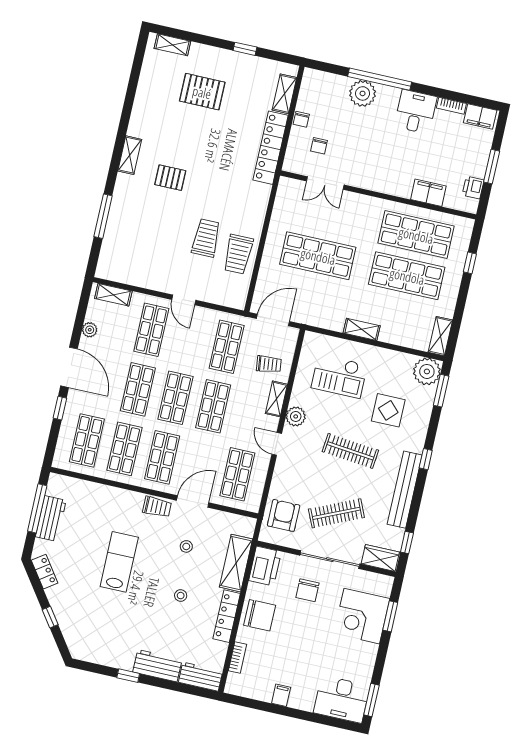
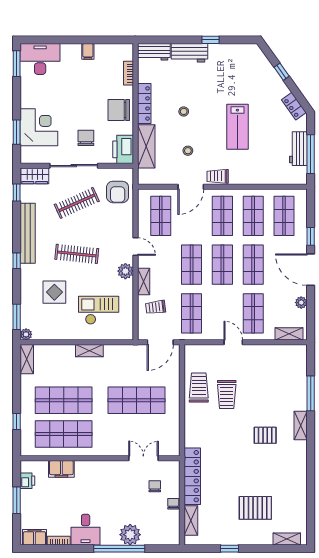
shelving: (130, 155) -> (301, 426), moved
plant: (427, 371) -> (26, 334), width x0.53, depth x0.53

